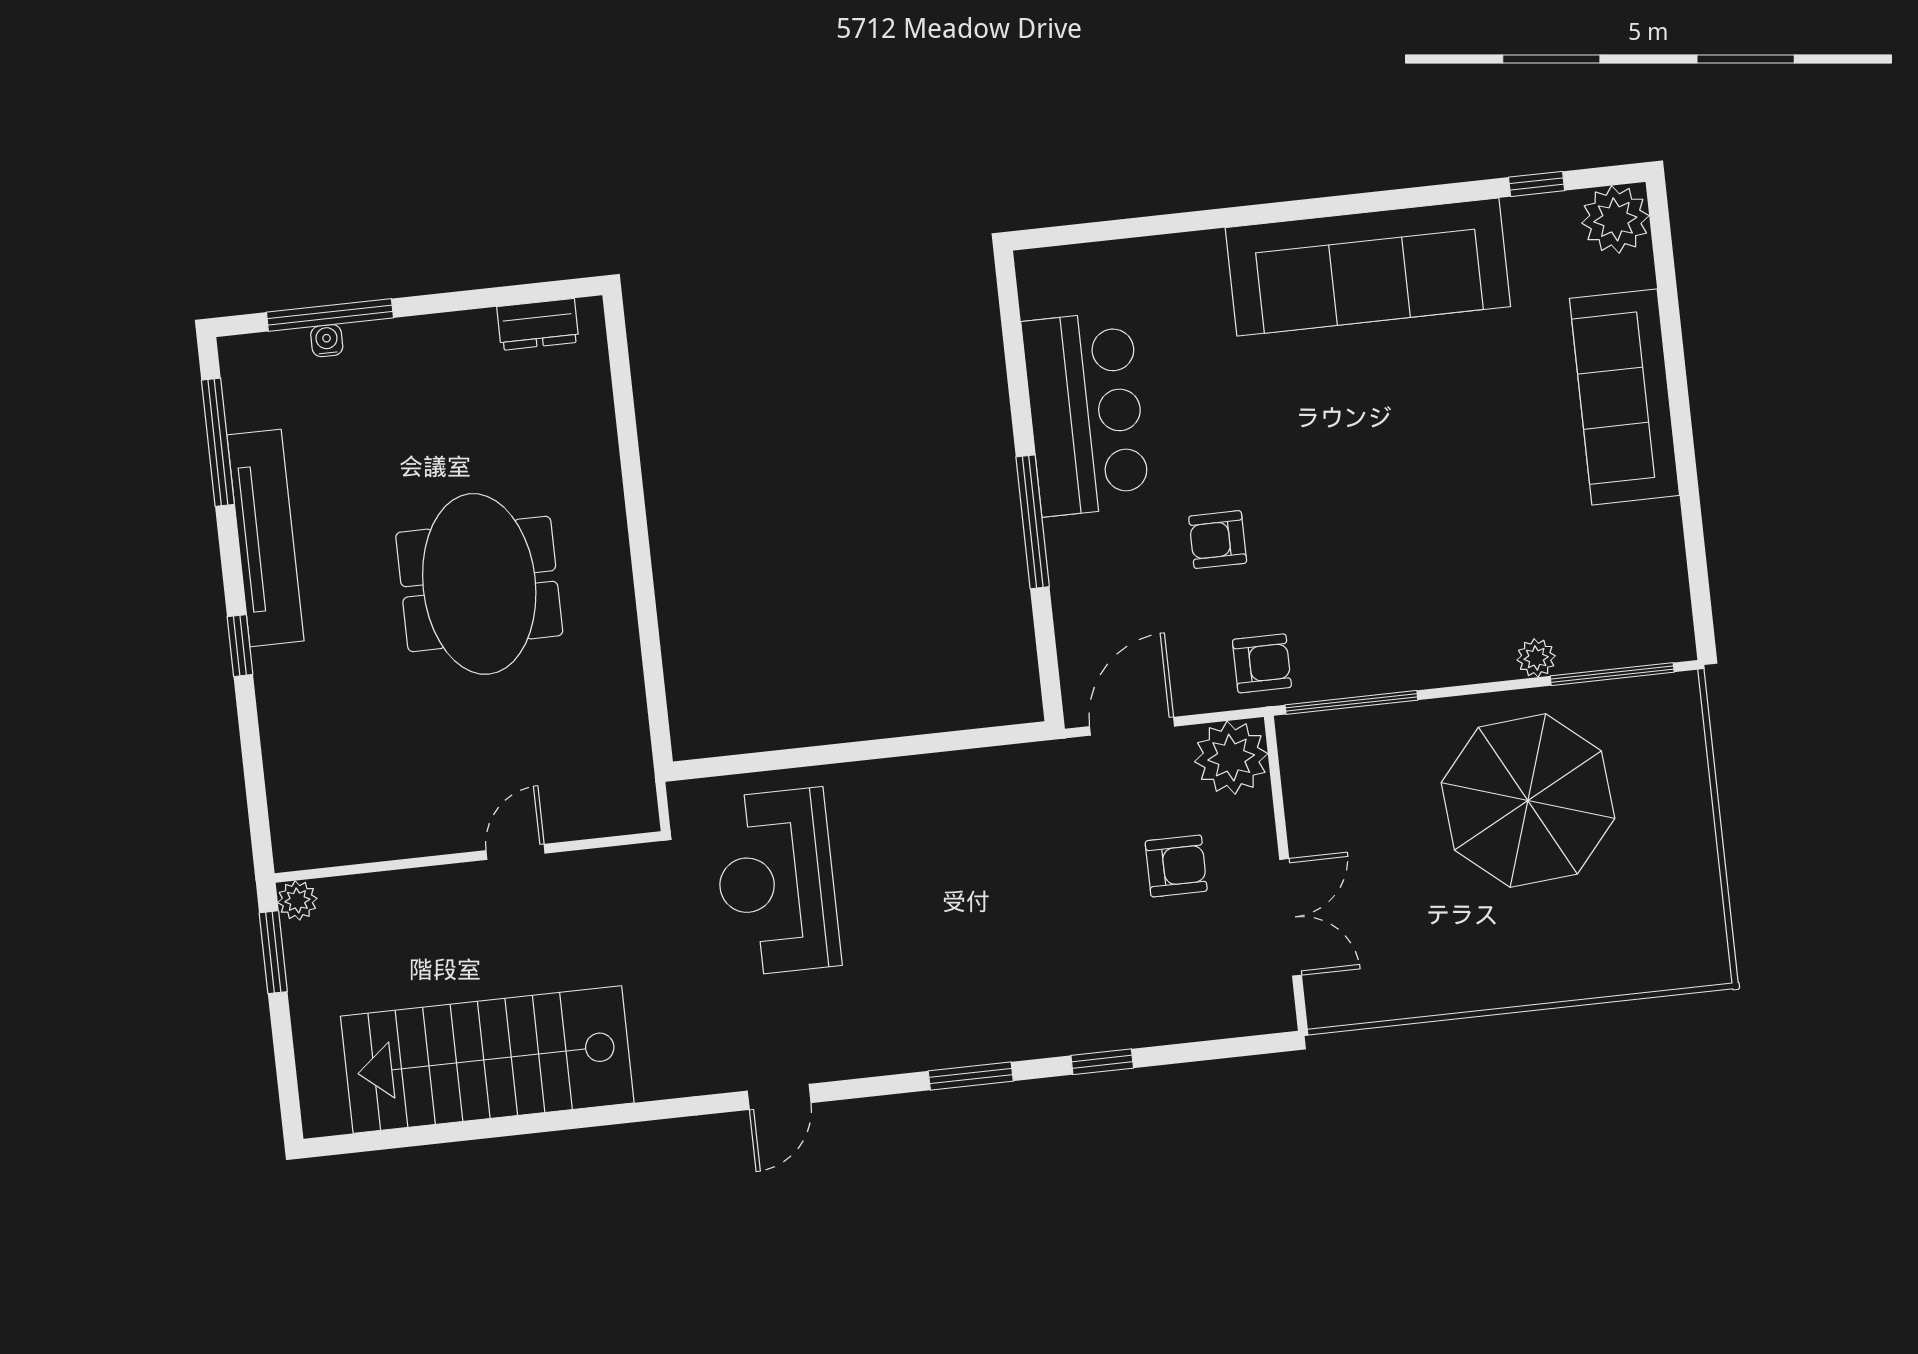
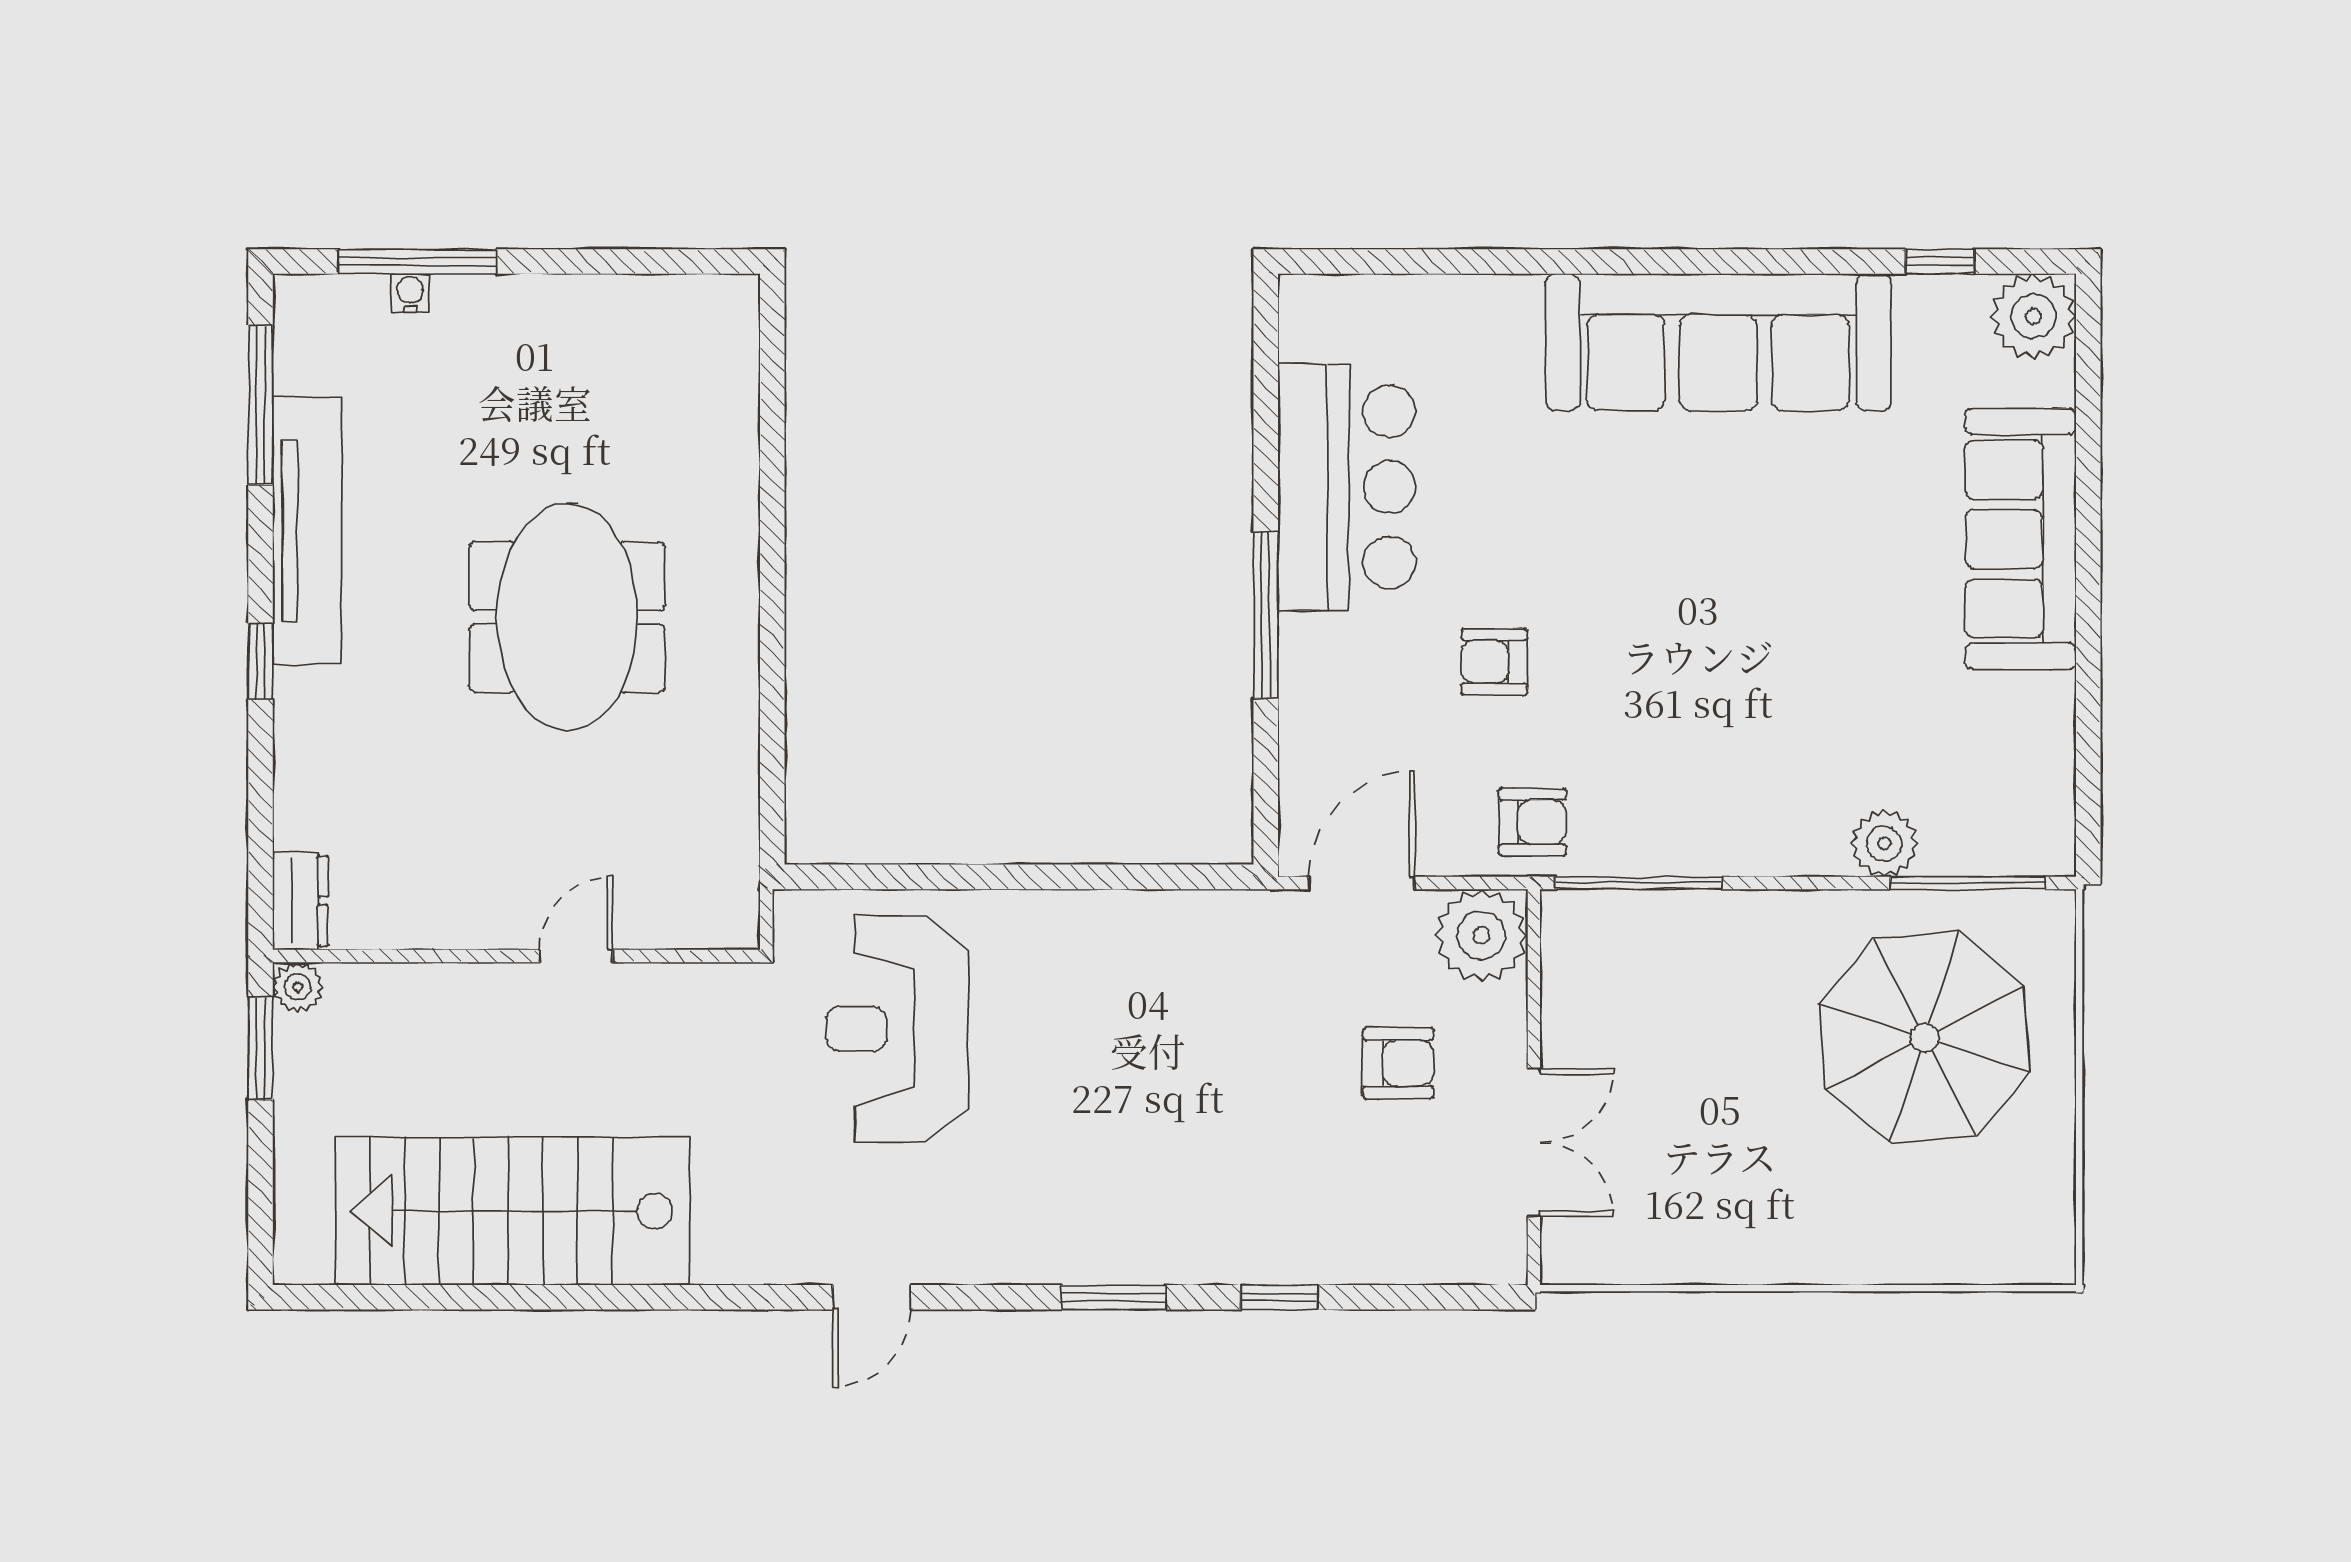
dresser: (538, 324) -> (300, 901), moved, turned -90
plant: (1536, 658) -> (1884, 843), width x1.38, depth x1.38
parasol: (1528, 801) -> (1925, 1038), moved

